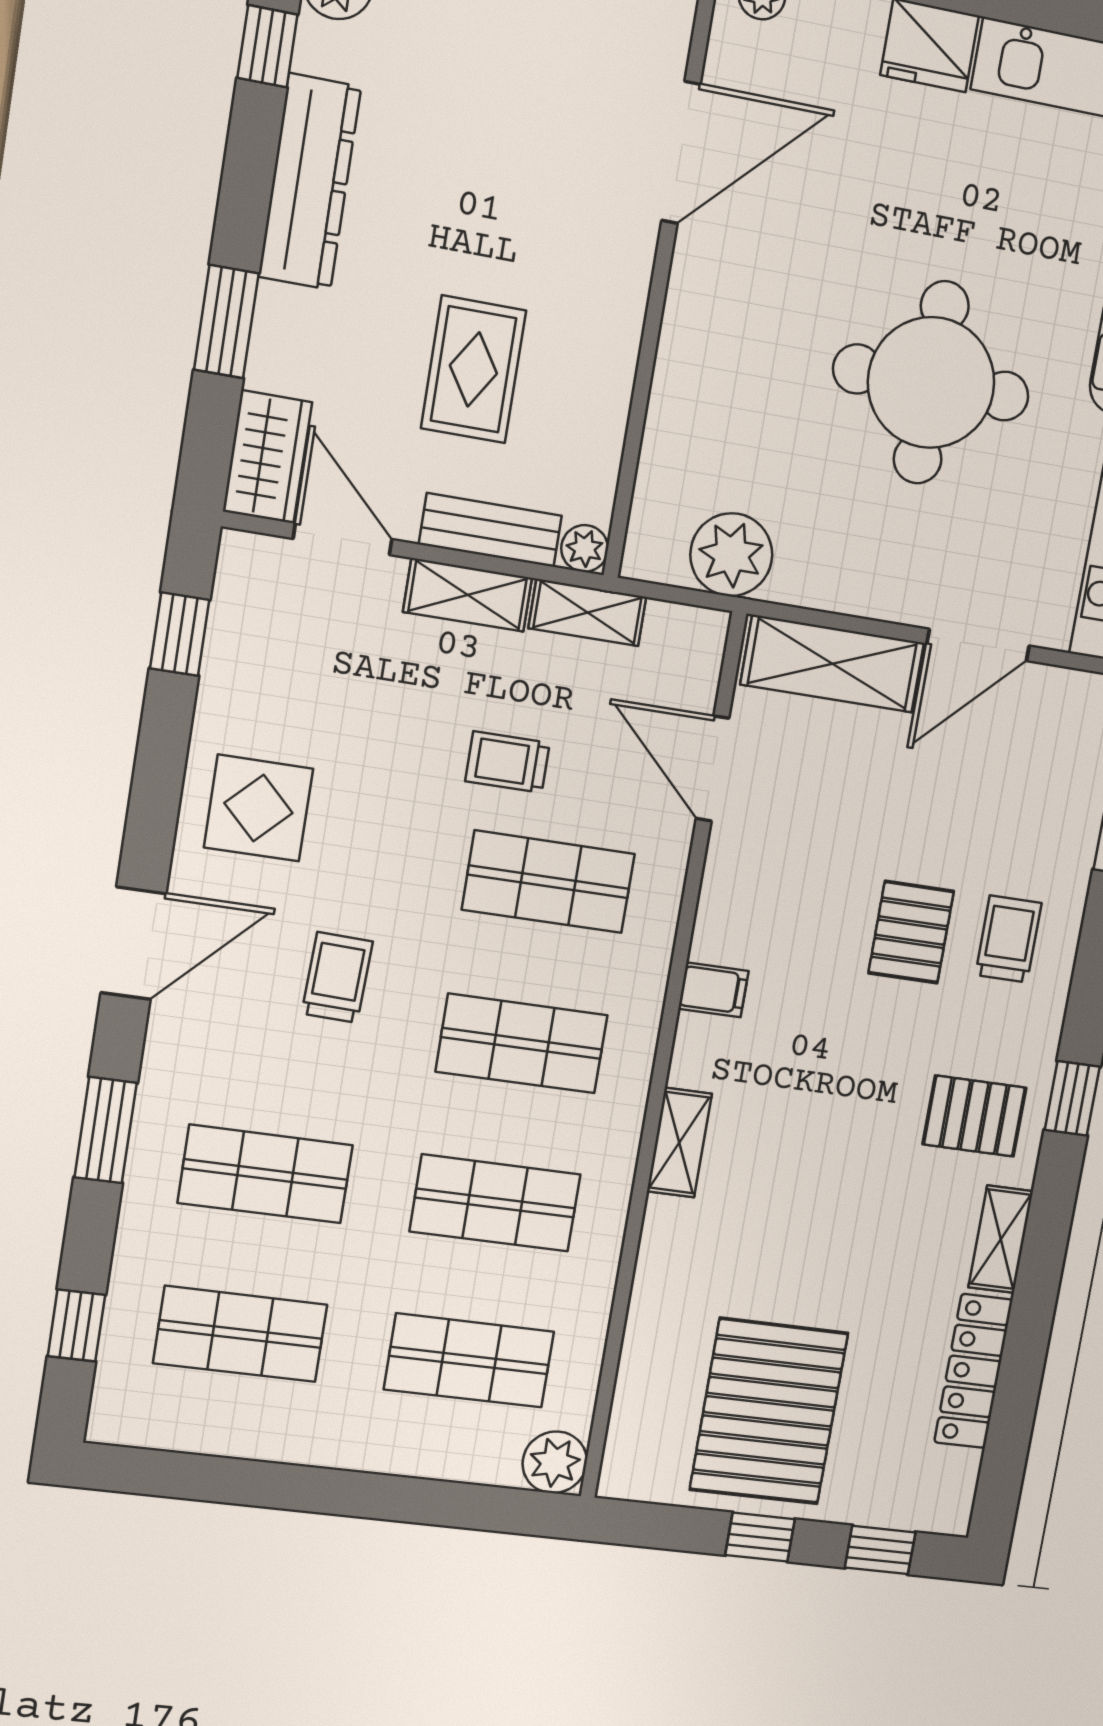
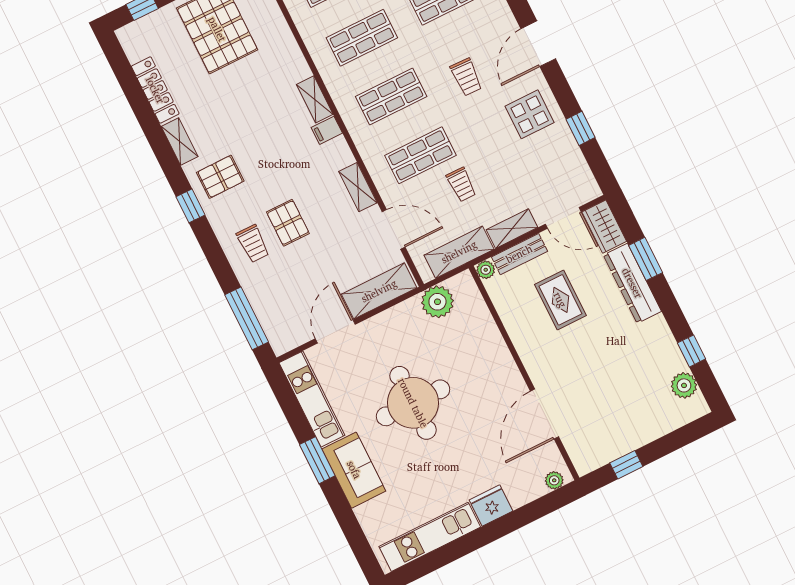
dresser: (310, 182) -> (632, 283), moved
shelving: (587, 612) -> (459, 252), width x1.50, depth x1.33
window: (180, 634) -> (581, 128), moved
trolley: (508, 762) -> (461, 185), turned 90
shelving: (721, 906) -> (358, 187), added
filing cabinet: (713, 990) -> (327, 130), moved

